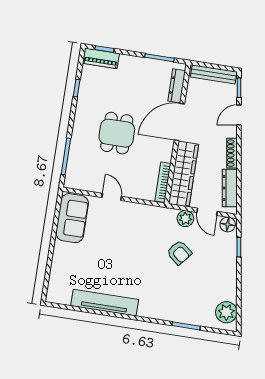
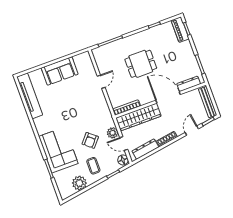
door: (239, 115) -> (192, 131), hinge flipped
door: (207, 212) -> (124, 144), hinge flipped
sofa: (72, 218) -> (60, 71), moved
coffee table: (214, 267) -> (93, 166), added
corner sofa: (169, 301) -> (58, 150), added
tv unit: (105, 303) -> (30, 96), moved
plant: (226, 312) -> (79, 183), moved

